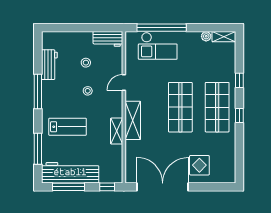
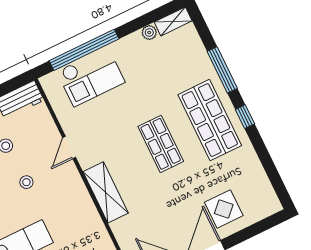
window: (239, 80) -> (222, 70), width x2.17
shop shelf: (180, 107) -> (161, 144), width x0.70, depth x0.74
shelving: (117, 131) -> (91, 217), removed

